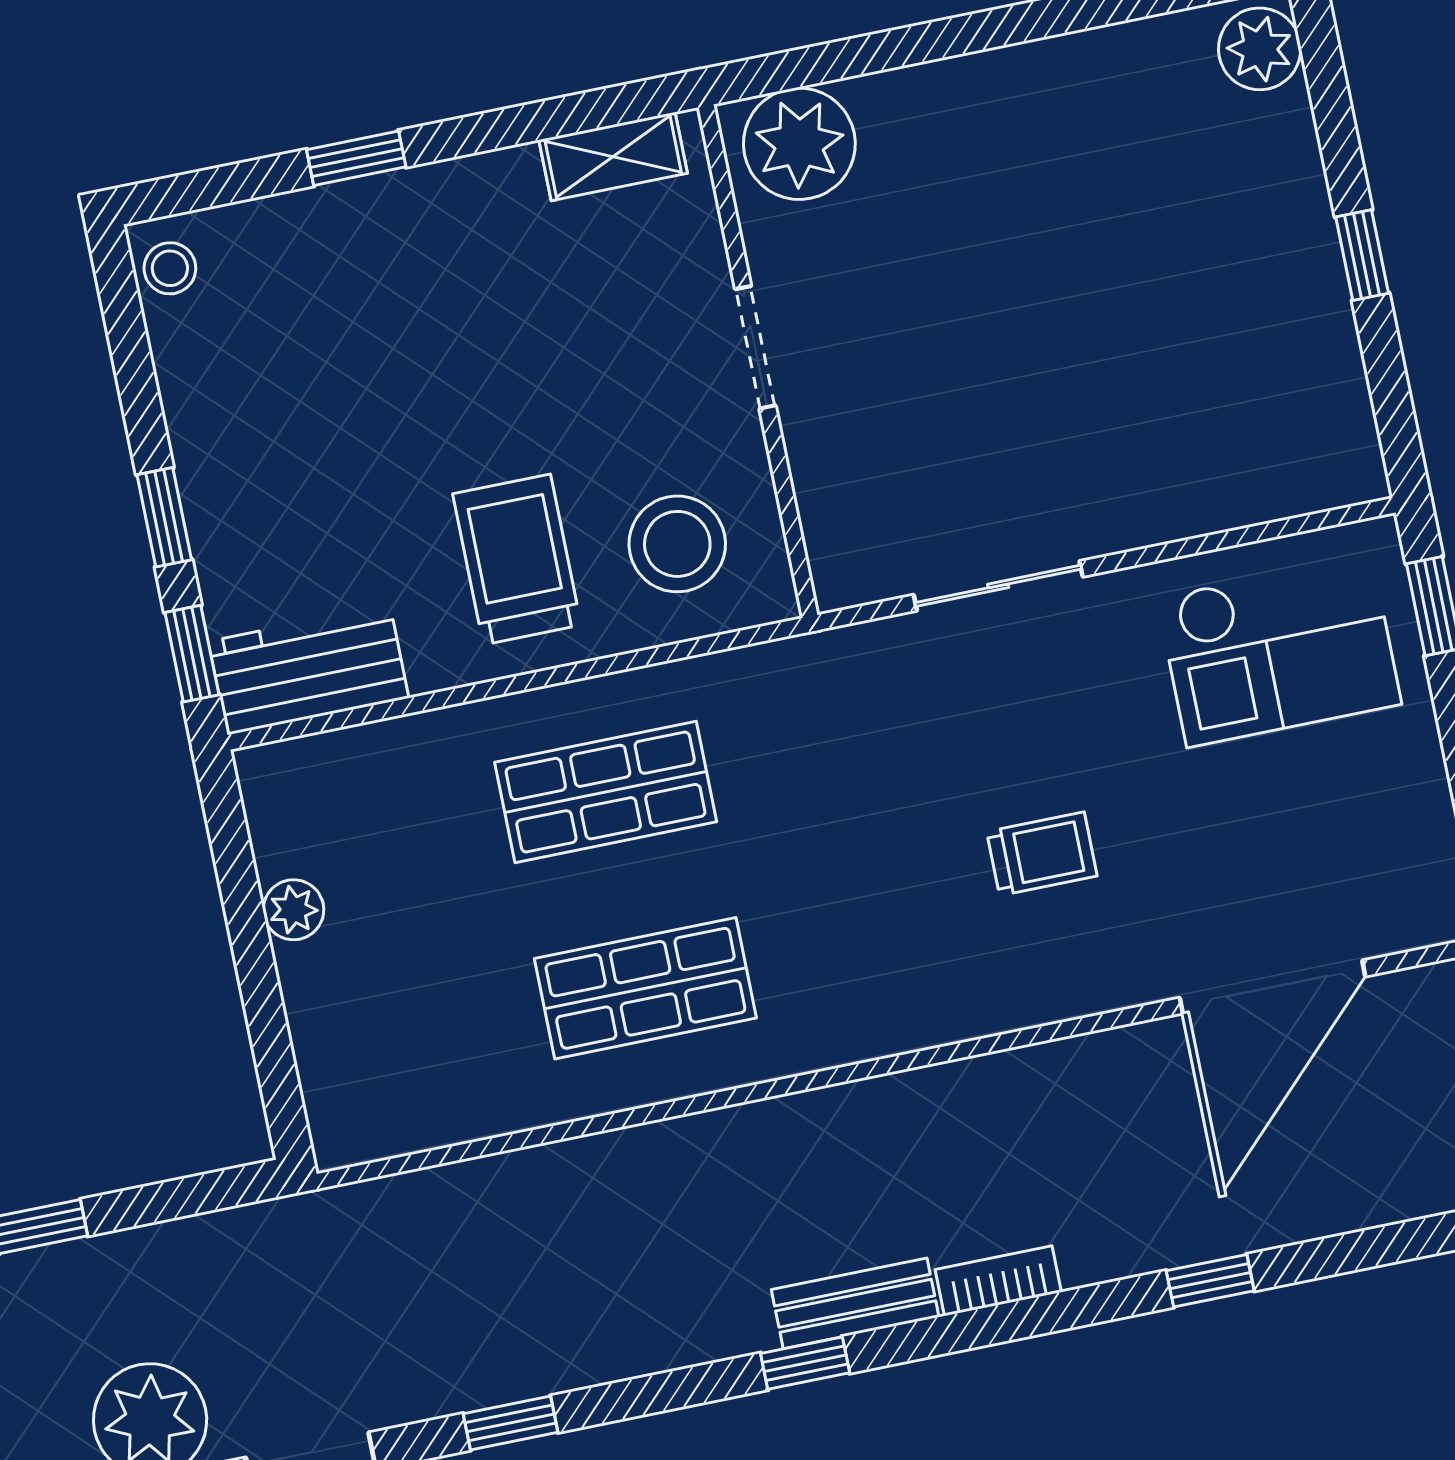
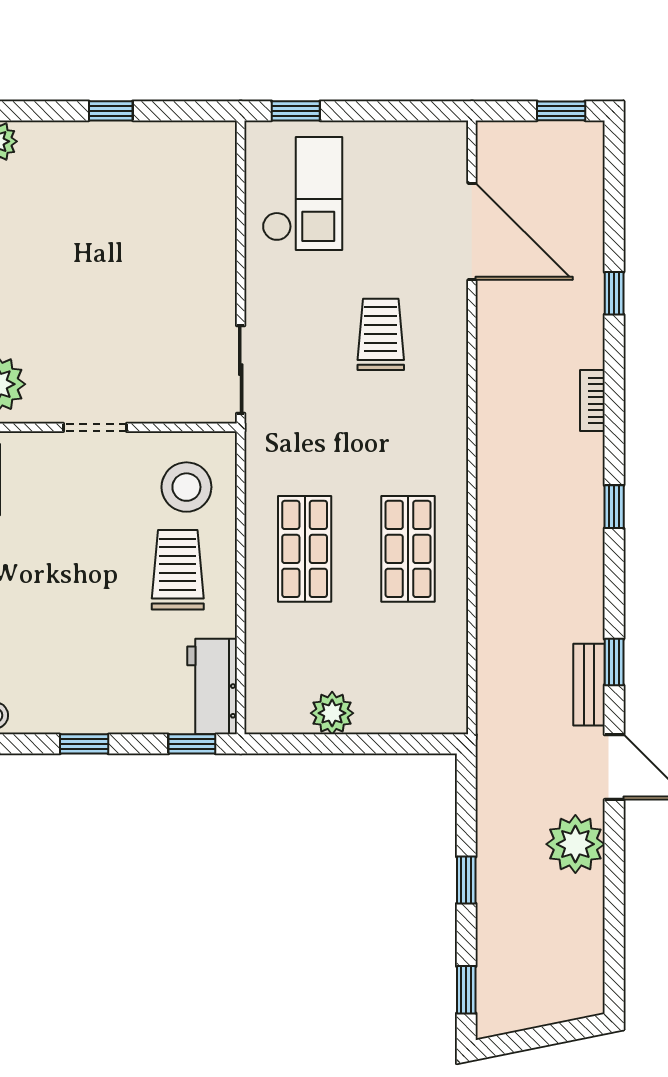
window: (164, 517) -> (84, 744), moved
trolley: (517, 559) -> (178, 570), turned 90
sliding door: (998, 586) -> (241, 370), moved
trolley: (1042, 854) -> (381, 334), width x1.36, depth x1.39
plant: (294, 910) -> (332, 713), width x1.38, depth x1.38
bench: (855, 1303) -> (589, 685), moved

